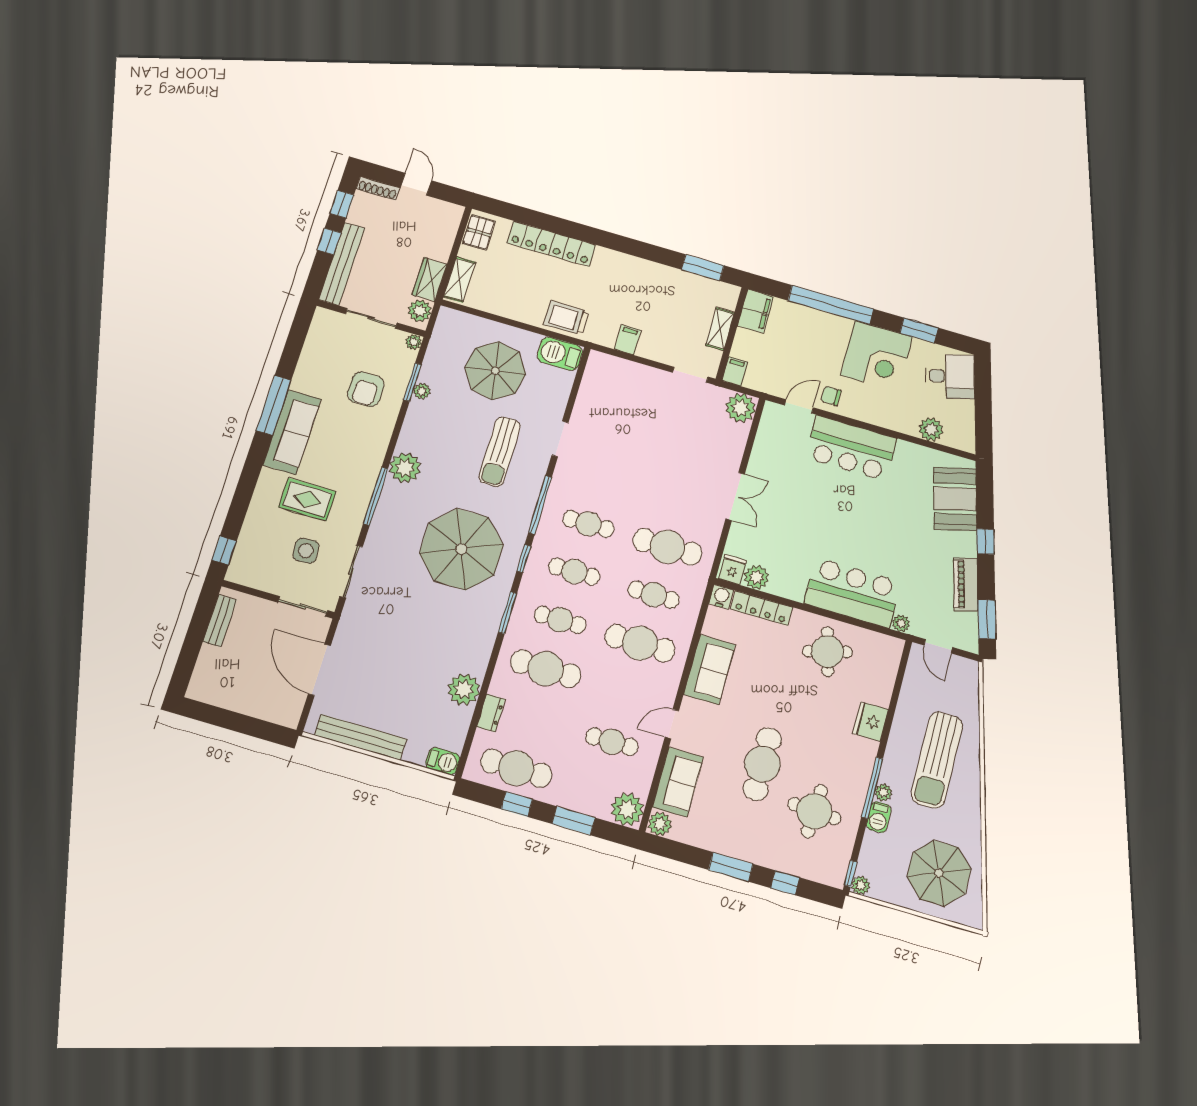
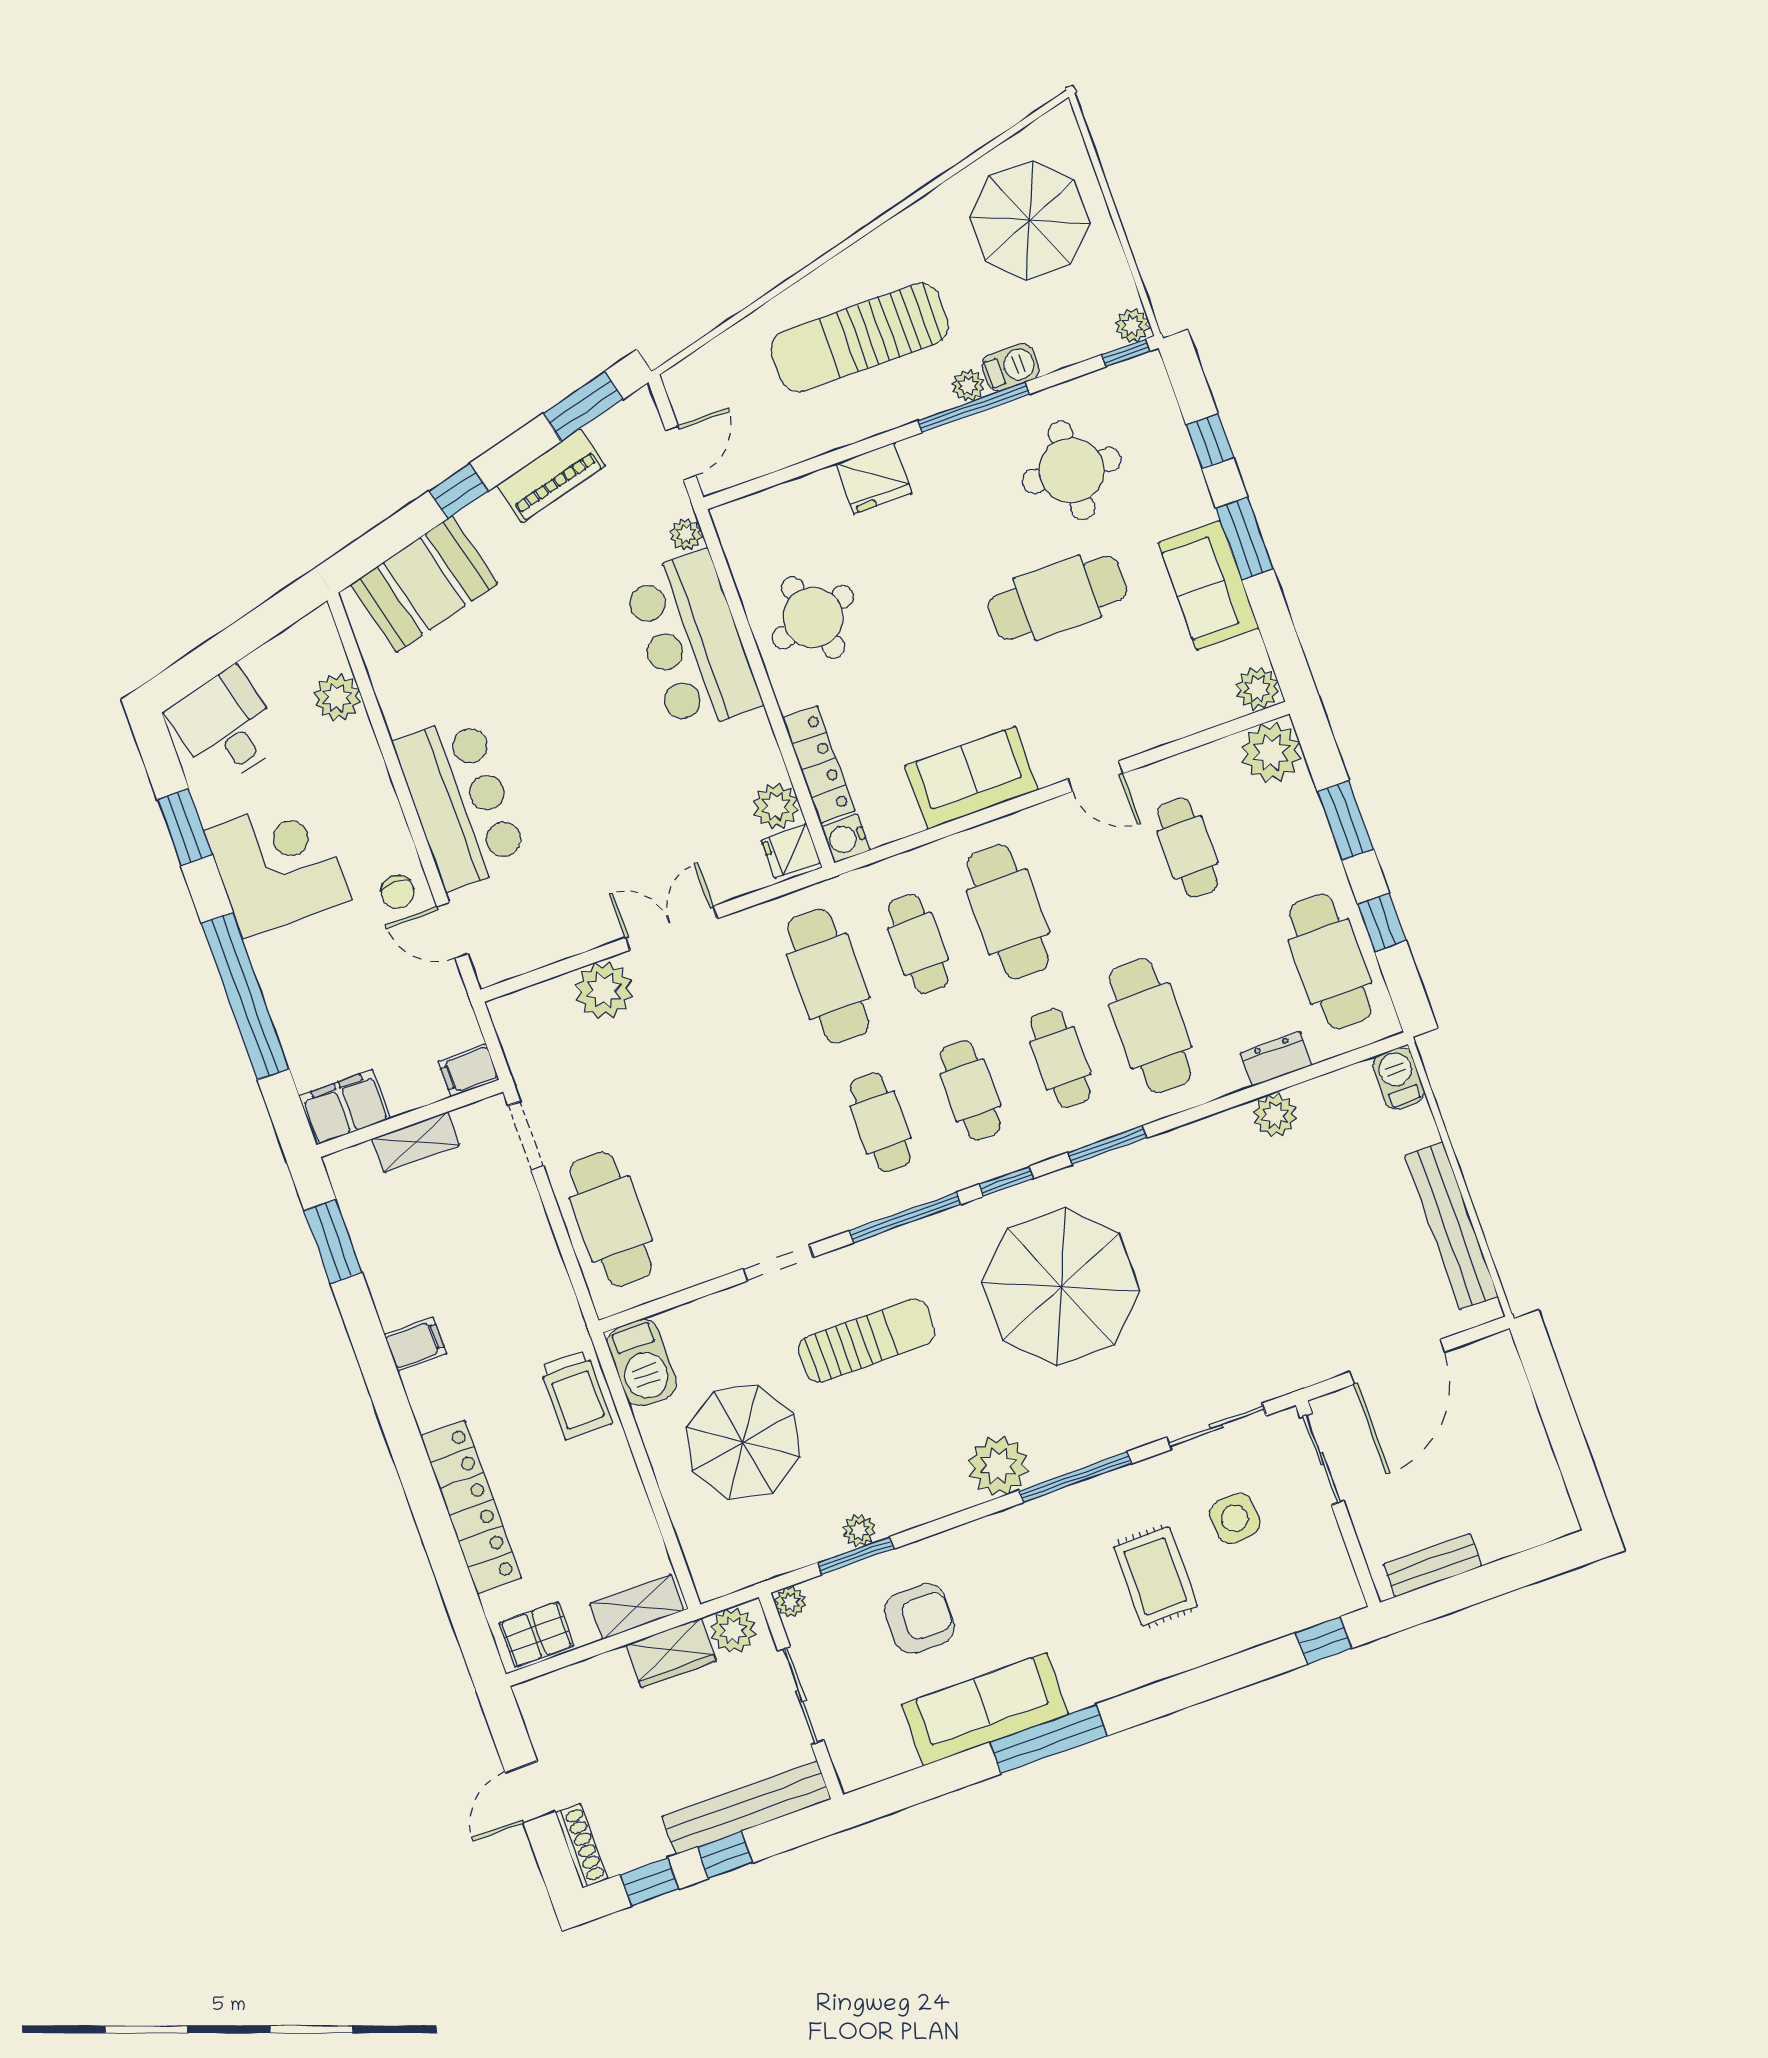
filing cabinet: (628, 340) -> (415, 1344), moved, turned 180
cafe table: (630, 384) -> (611, 1219), added
plant: (741, 408) -> (604, 990), moved
sofa: (292, 432) -> (985, 1709), moved
plant: (464, 689) -> (1275, 1115), width x0.73, depth x0.73
sun lounger: (937, 760) -> (860, 338), turned 180
sofa: (678, 782) -> (1209, 585), moved, turned -90

